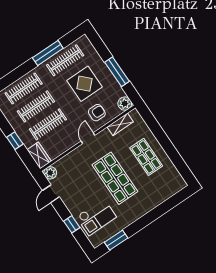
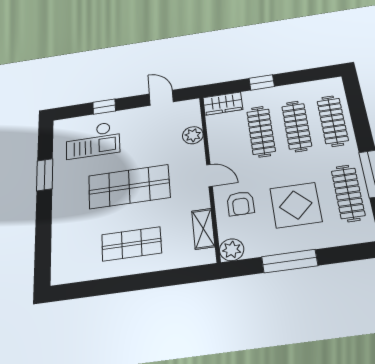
plant: (50, 173) -> (193, 135), moved
checkout: (96, 217) -> (93, 140), turned -90
window: (116, 240) -> (45, 175), moved

